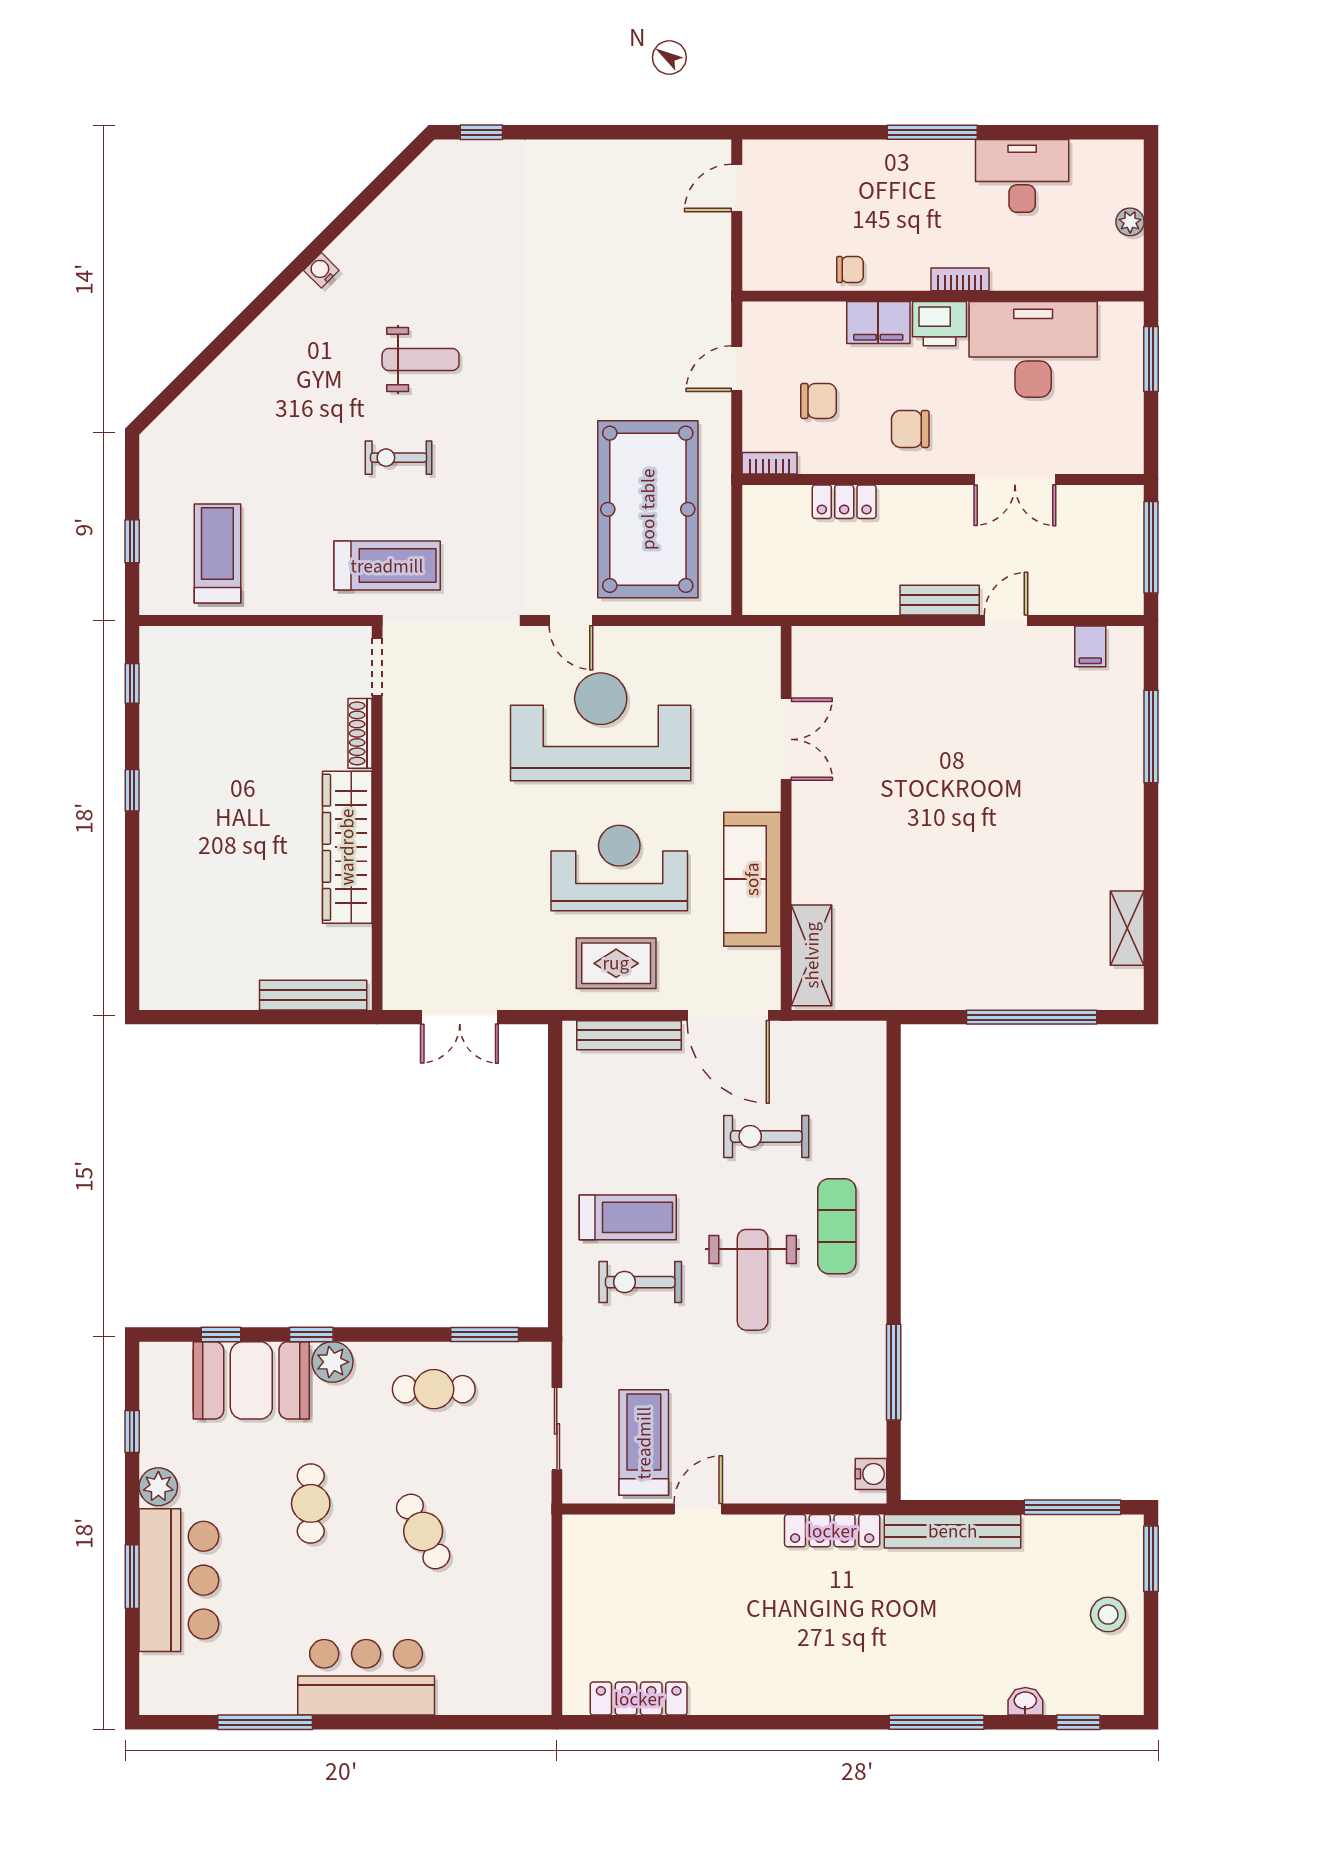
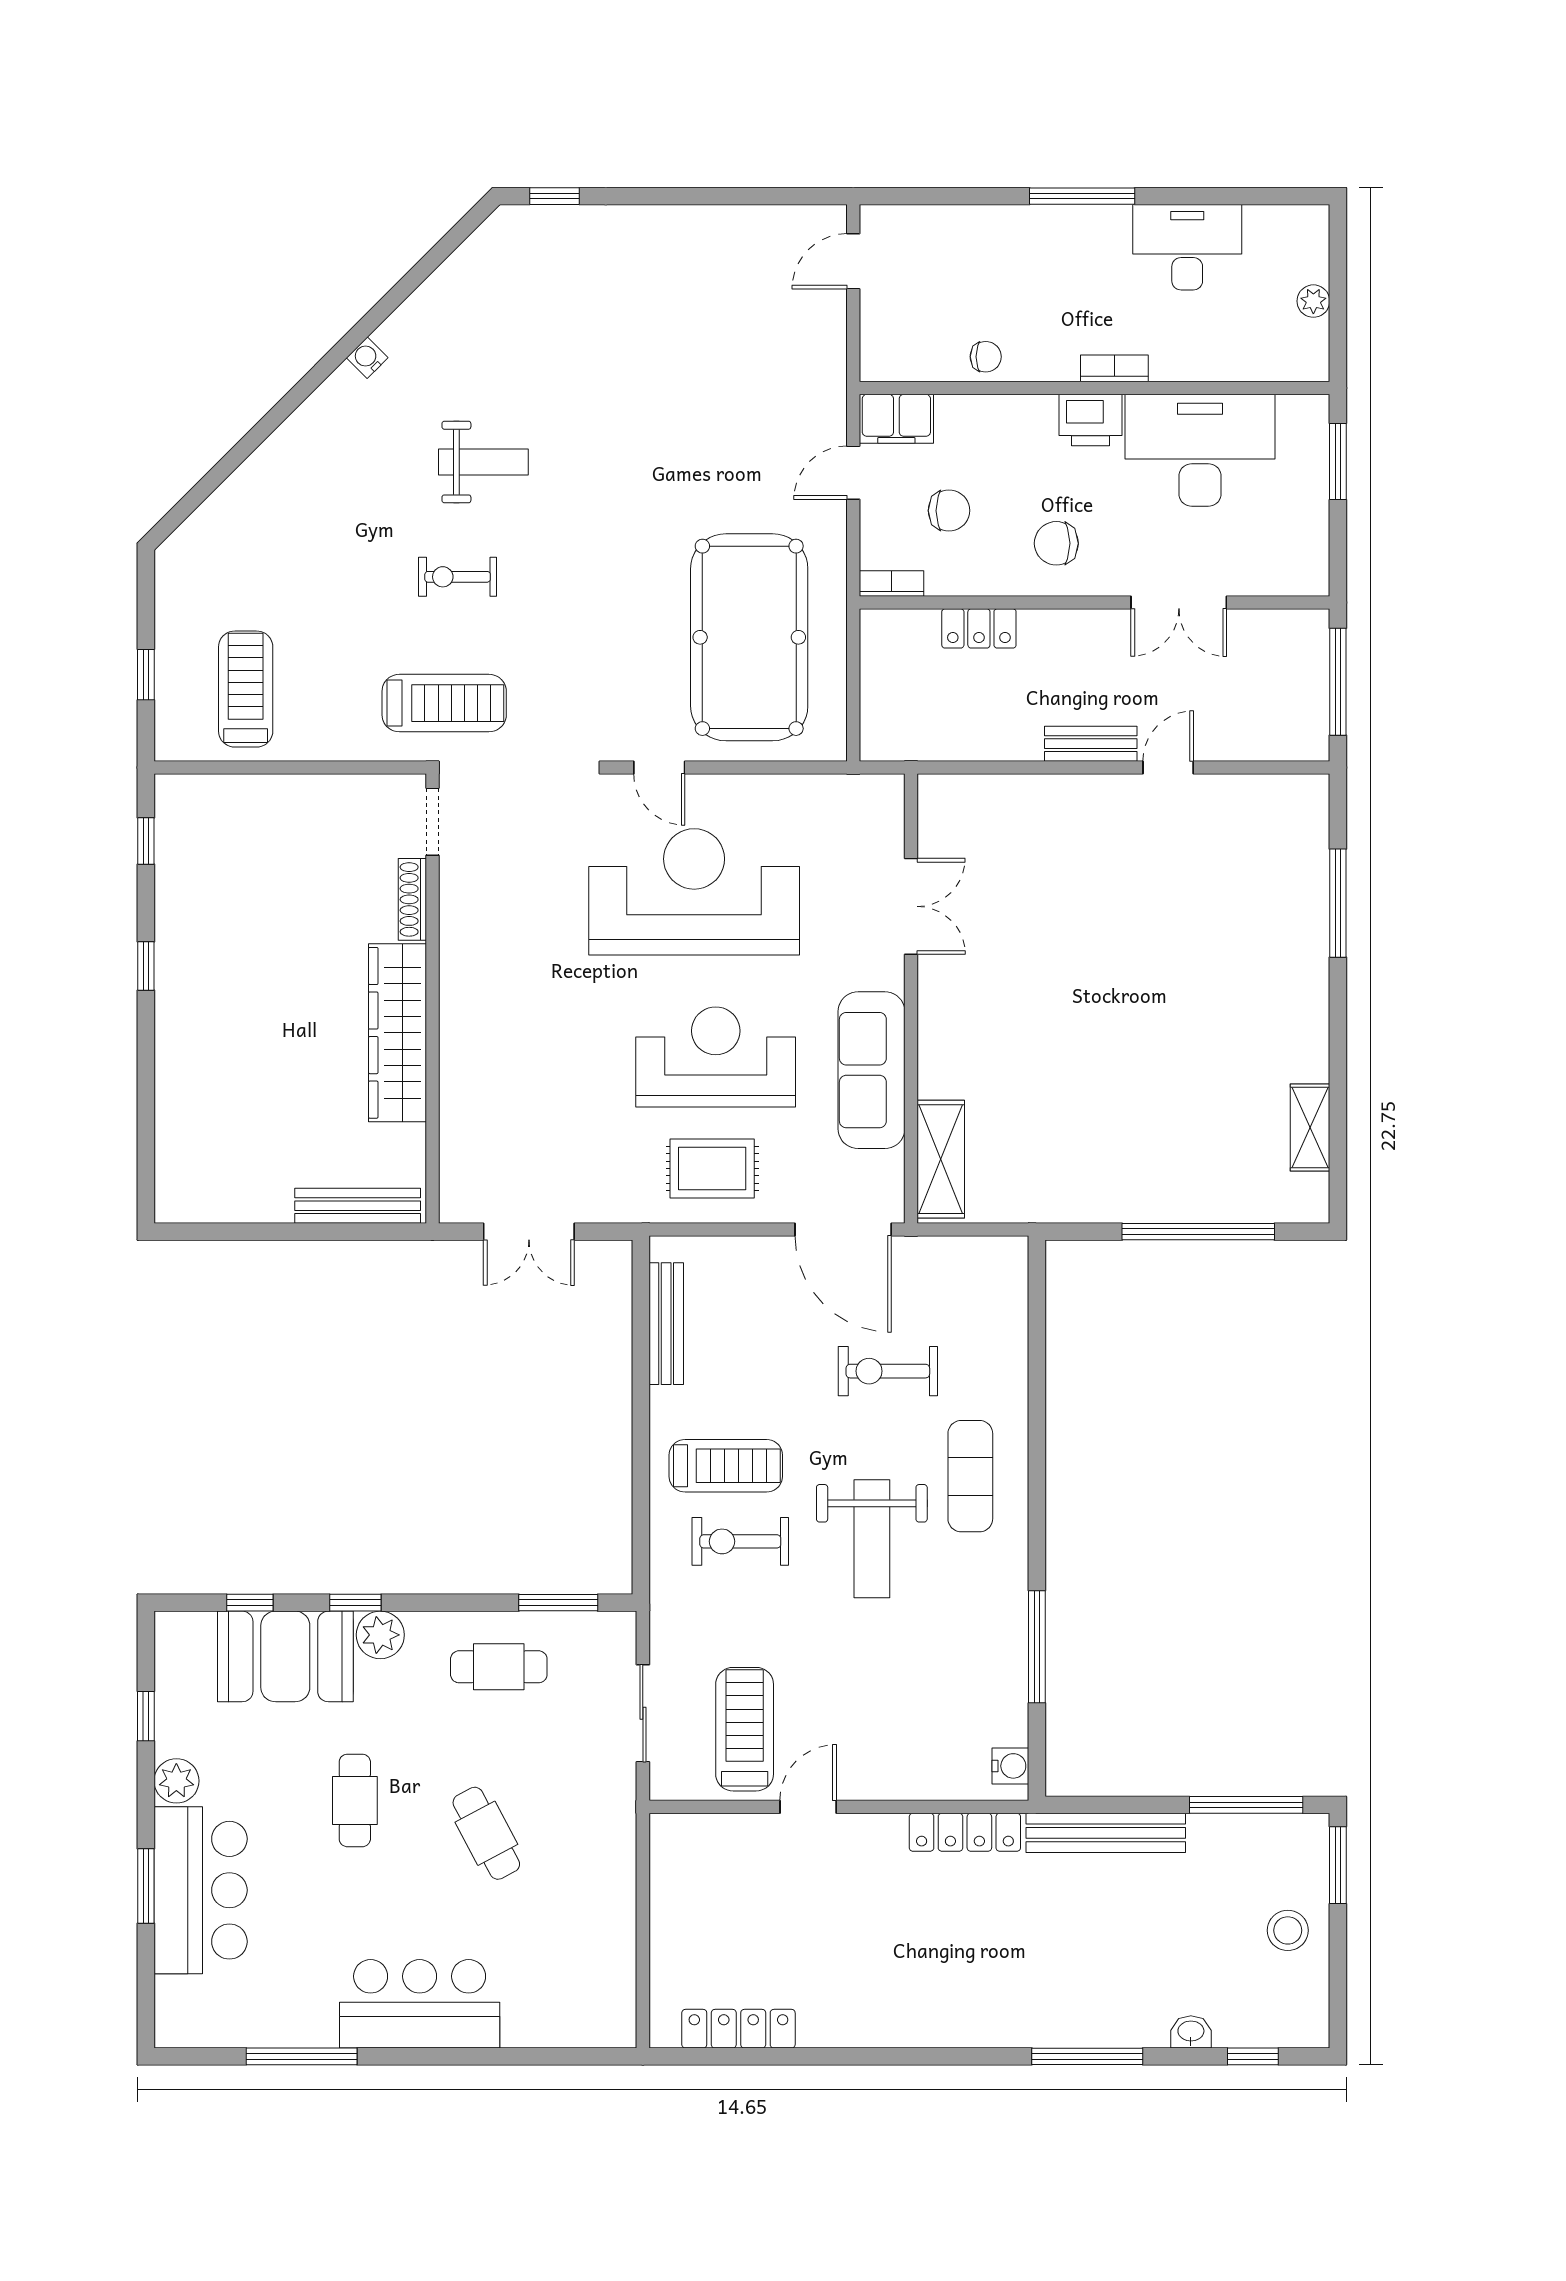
filing cabinet: (878, 323) -> (896, 419), moved
filing cabinet: (1090, 646) -> (1267, 798), removed
bench: (629, 1035) -> (666, 1324), moved, turned 90

